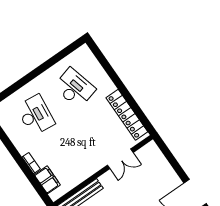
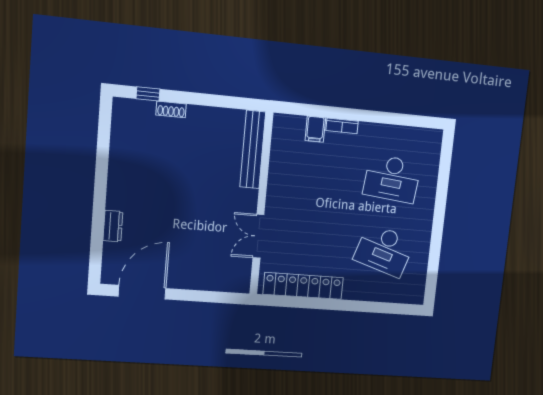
desk: (75, 88) -> (384, 250), turned 33
filing cabinet: (47, 180) -> (315, 129), width x0.50

